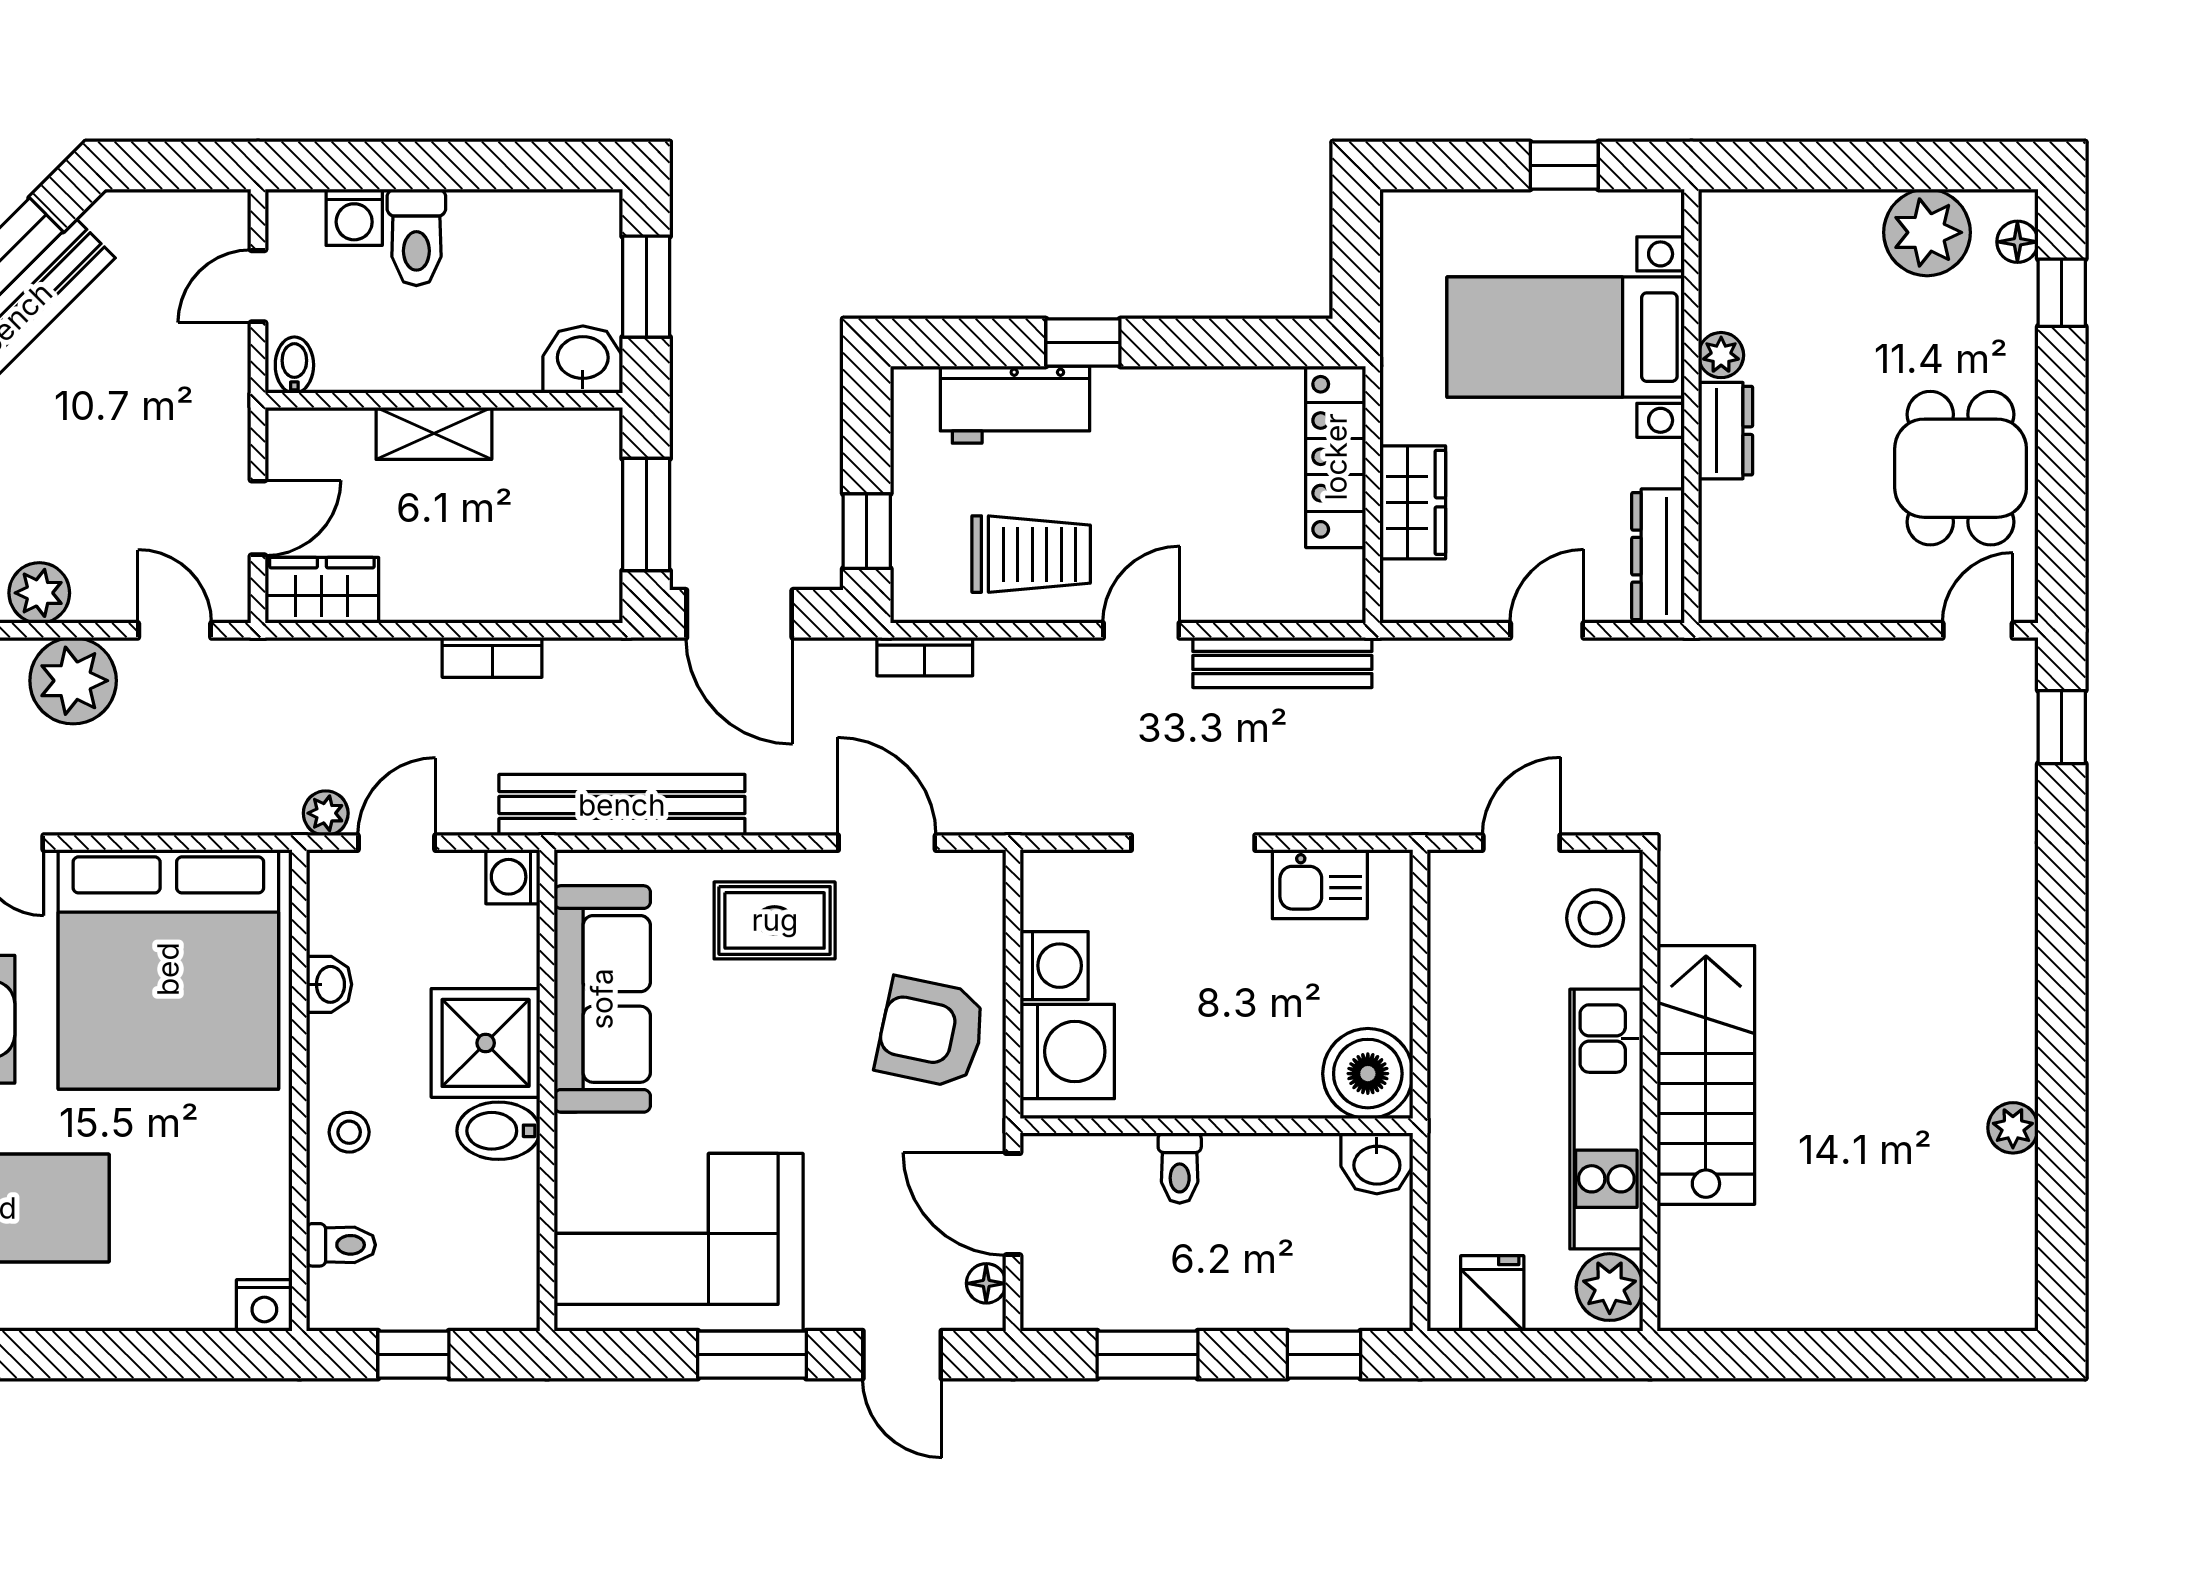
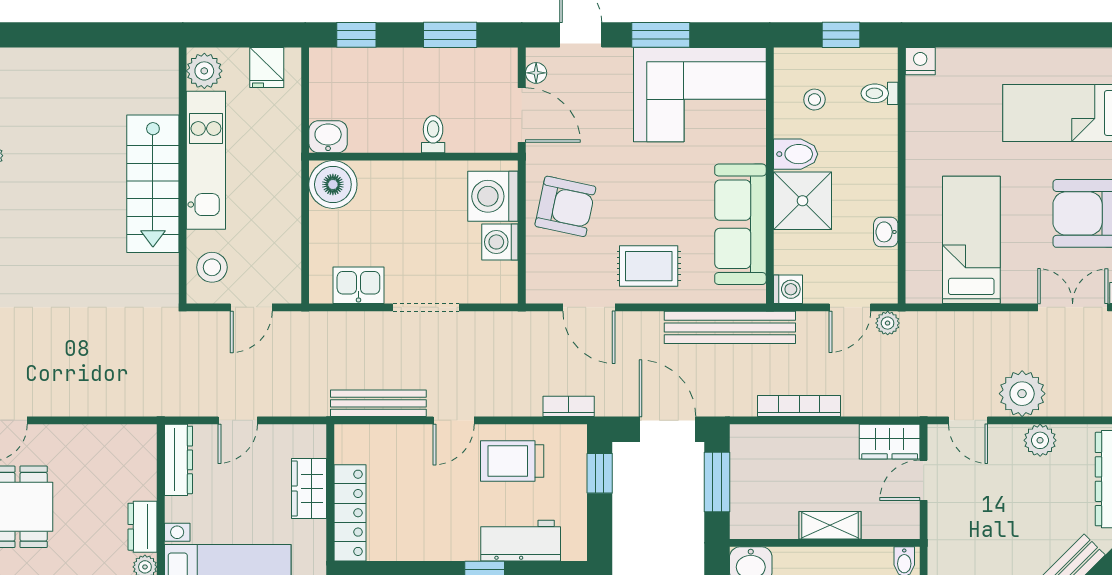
bookcase: (492, 657) -> (799, 406), width x1.56
bed: (168, 969) -> (971, 240), width x0.49
stool: (349, 1132) -> (815, 100), moved

